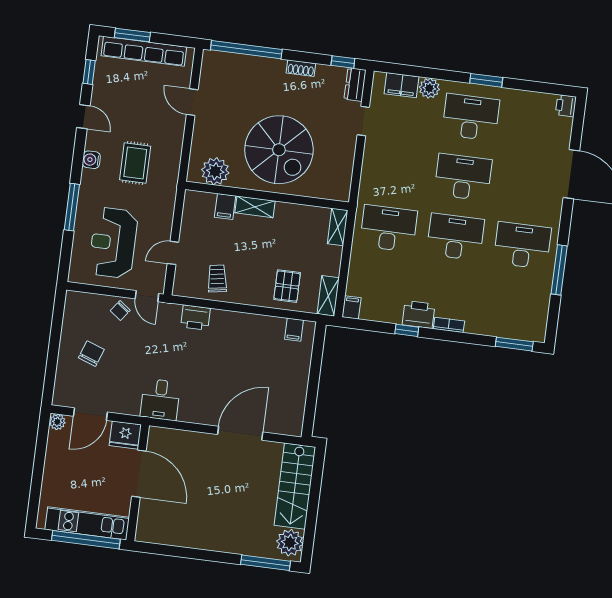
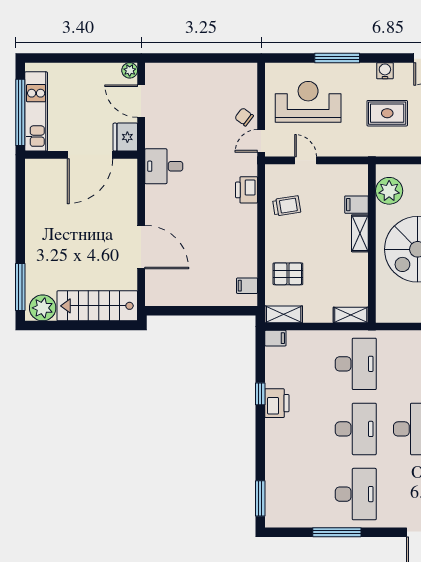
bookcase: (449, 325) -> (271, 434), removed
chair: (91, 354) -> (199, 95), removed

